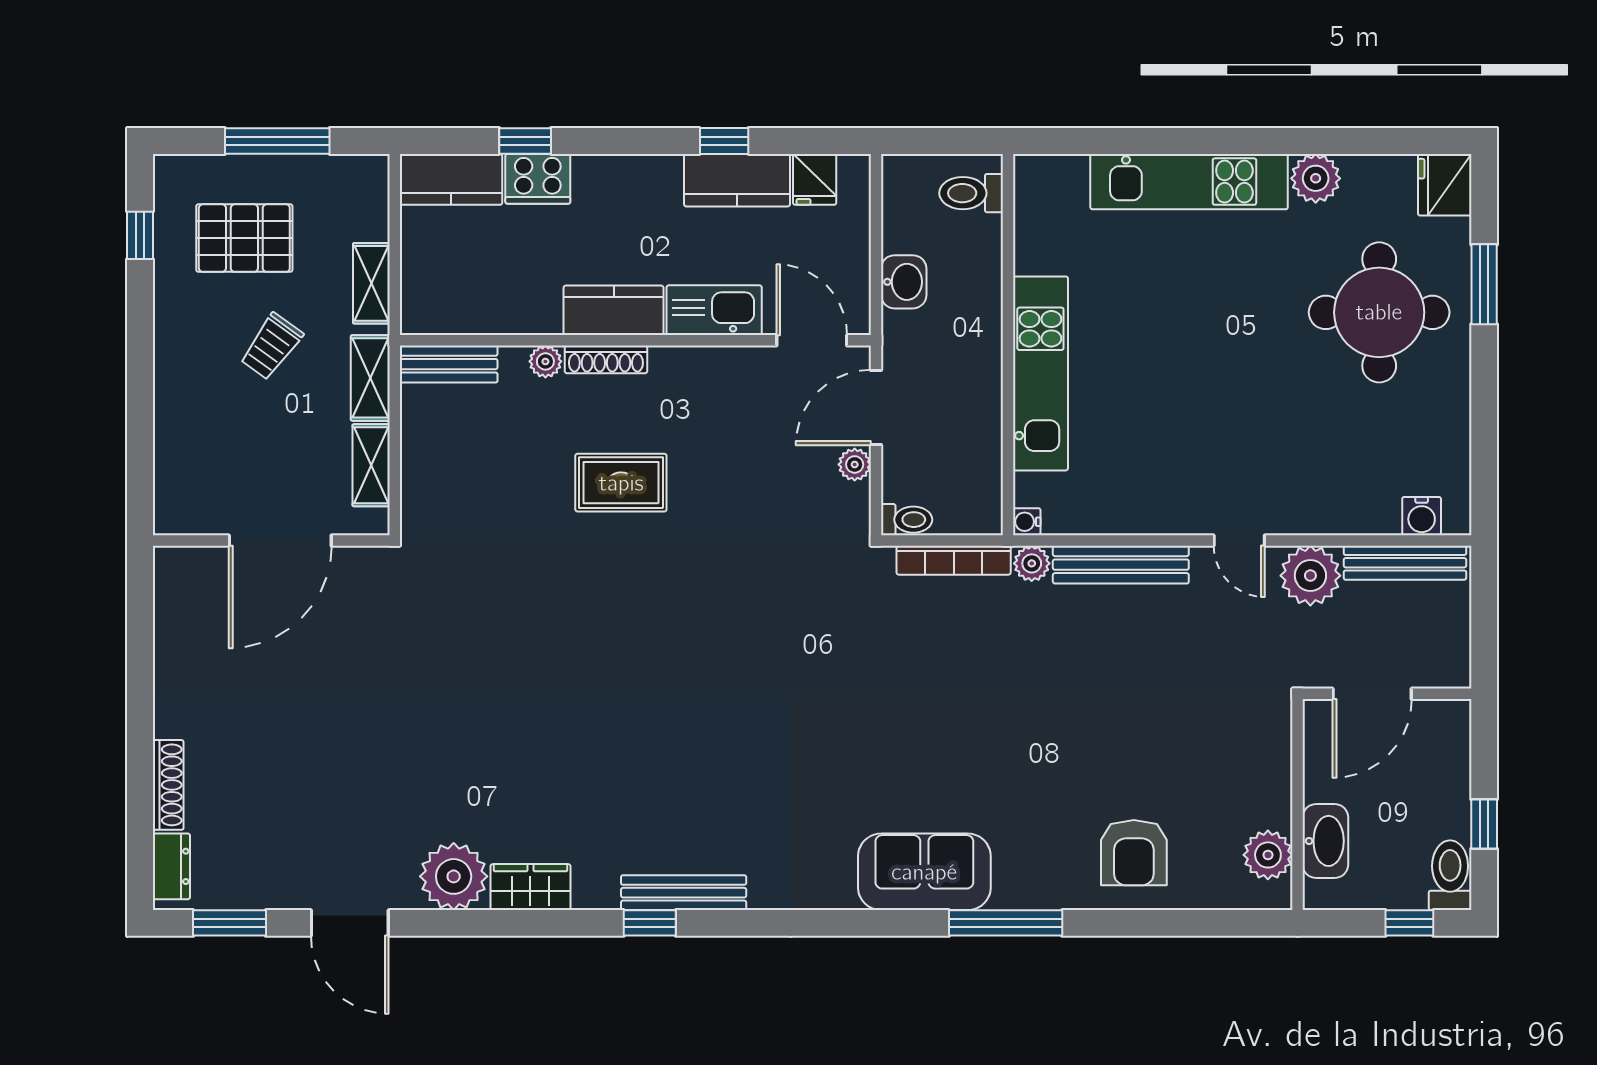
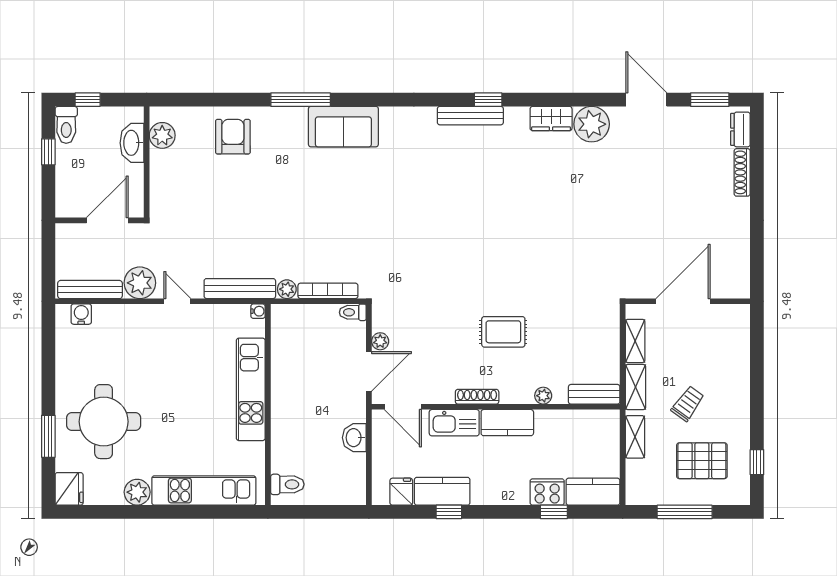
toilet: (971, 193) -> (287, 484), moved
wall: (1008, 345) -> (268, 405), moved
shoe rack: (606, 359) -> (477, 397), moved
kitchen unit: (1040, 373) -> (251, 389), moved
water cooler: (1027, 522) -> (258, 311), moved

